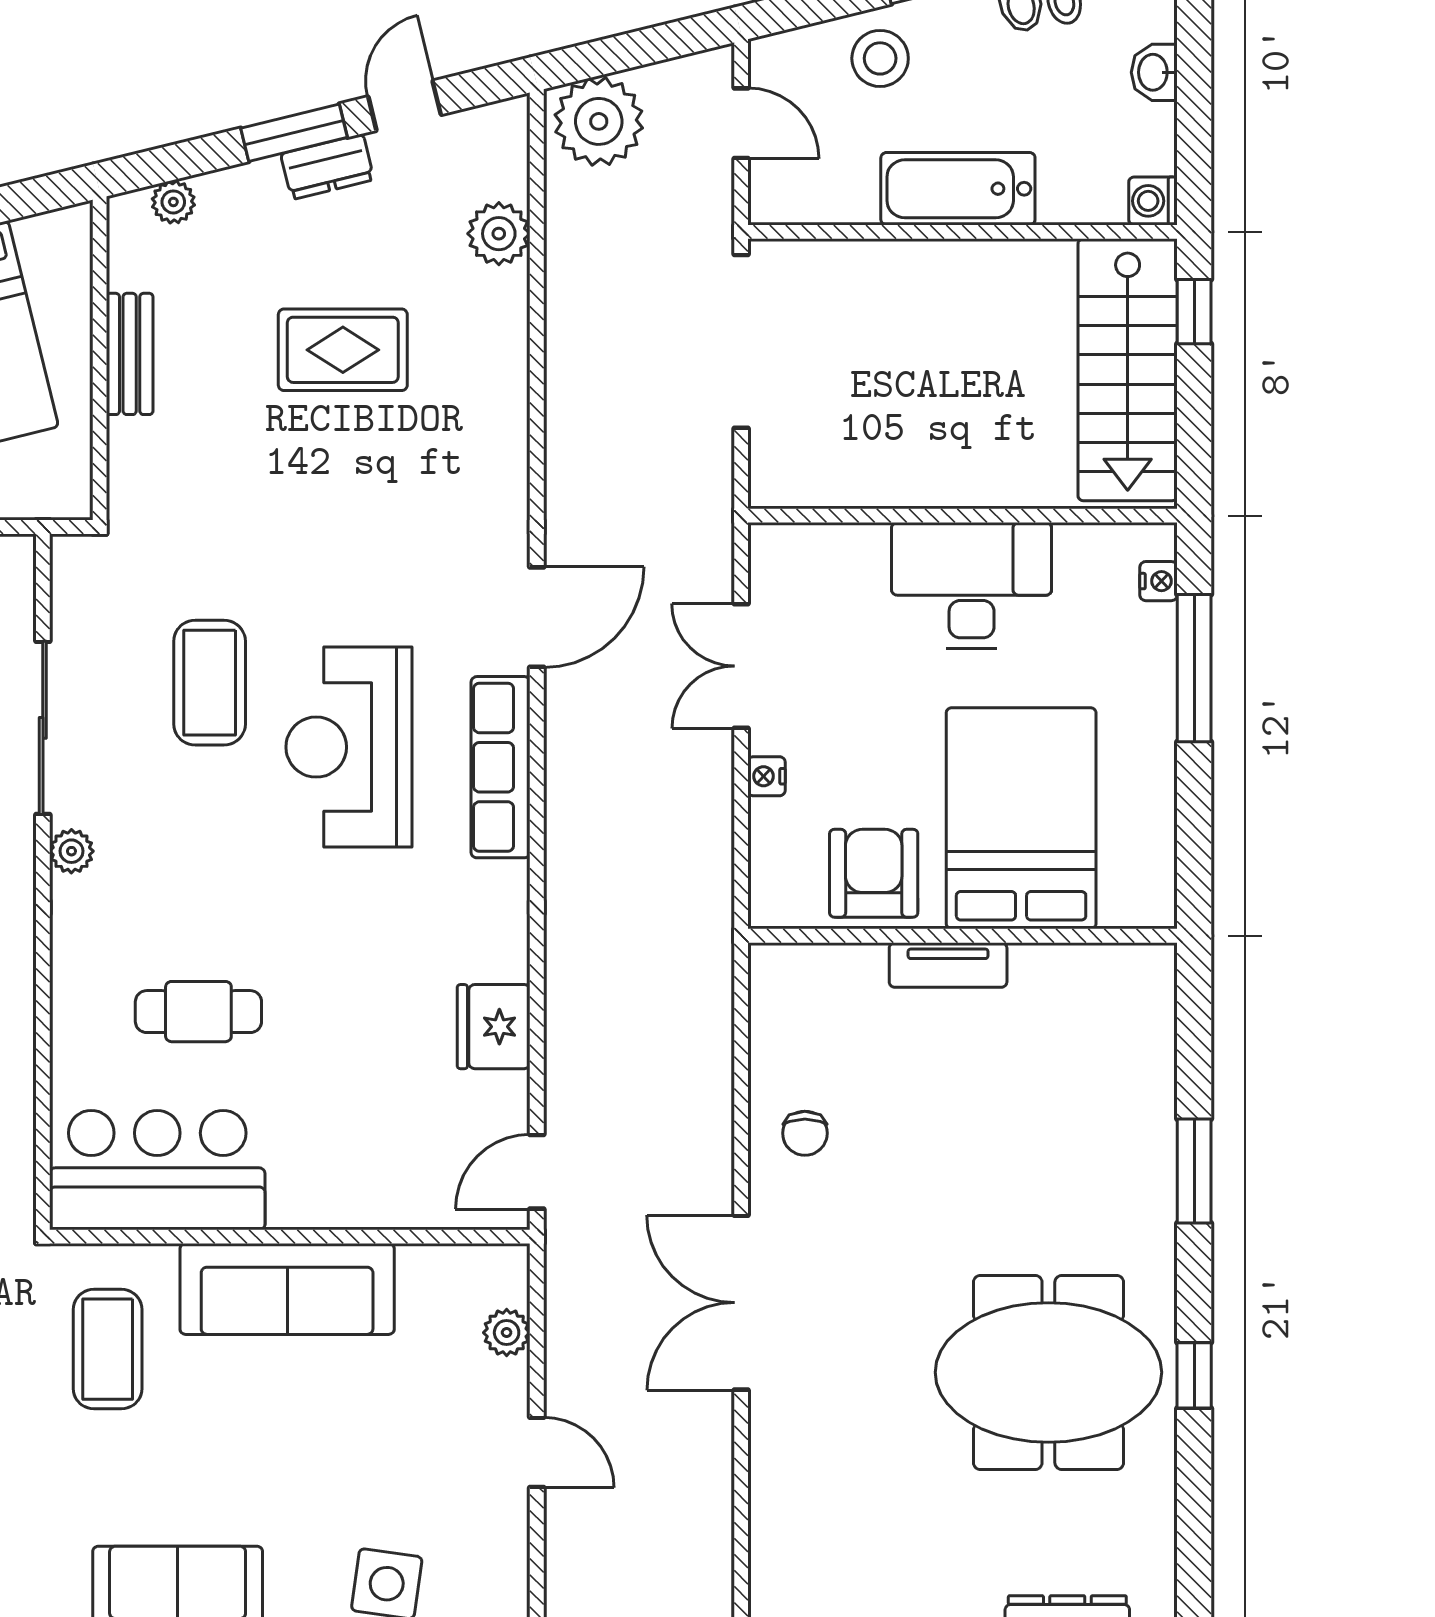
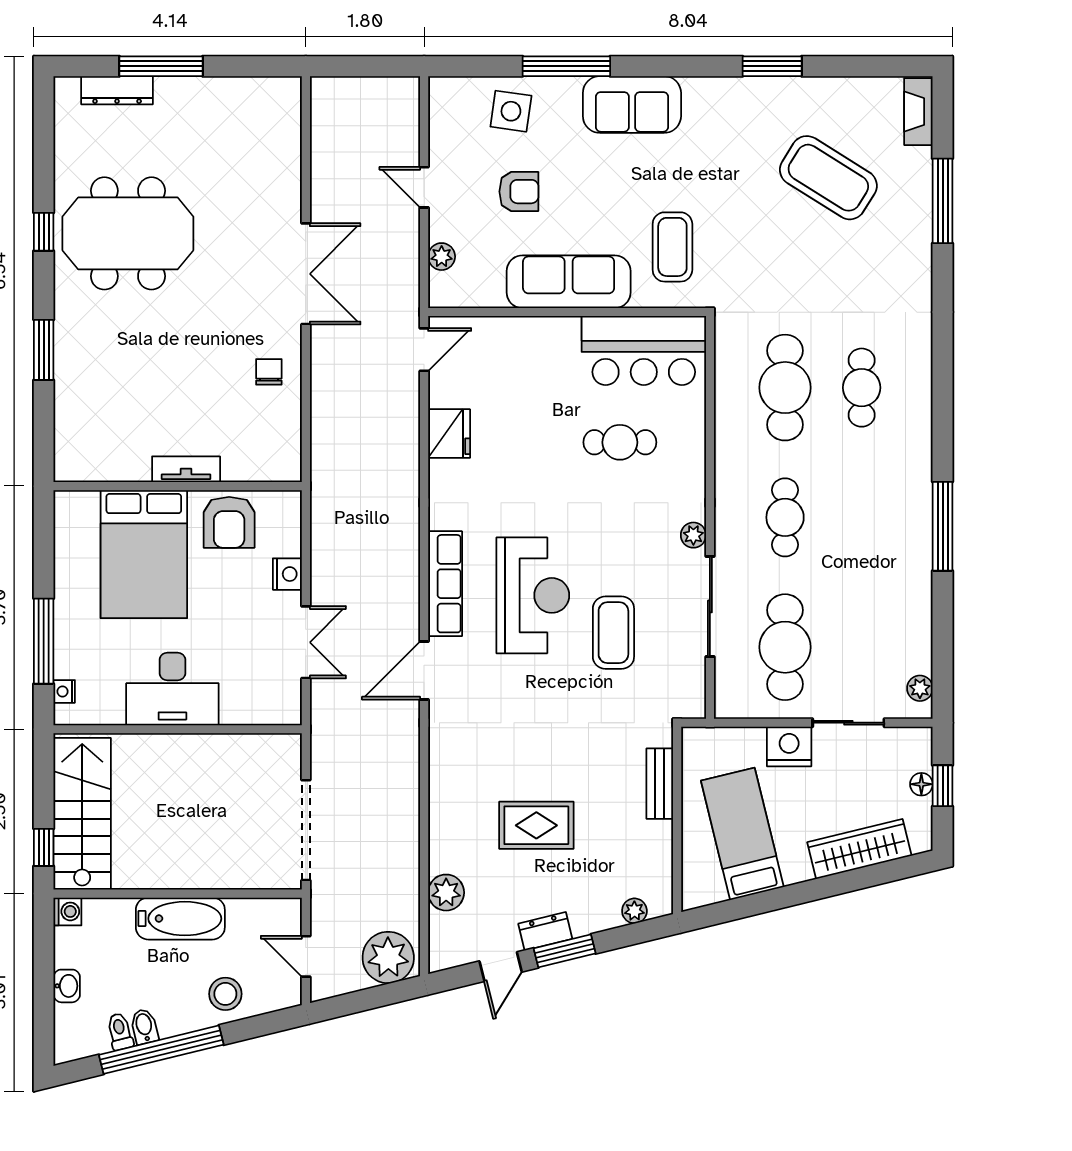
bench: (130, 354) -> (660, 784), moved
nightstand: (766, 776) -> (287, 574), width x1.39, depth x1.35
armchair: (373, 1445) -> (519, 192), added

